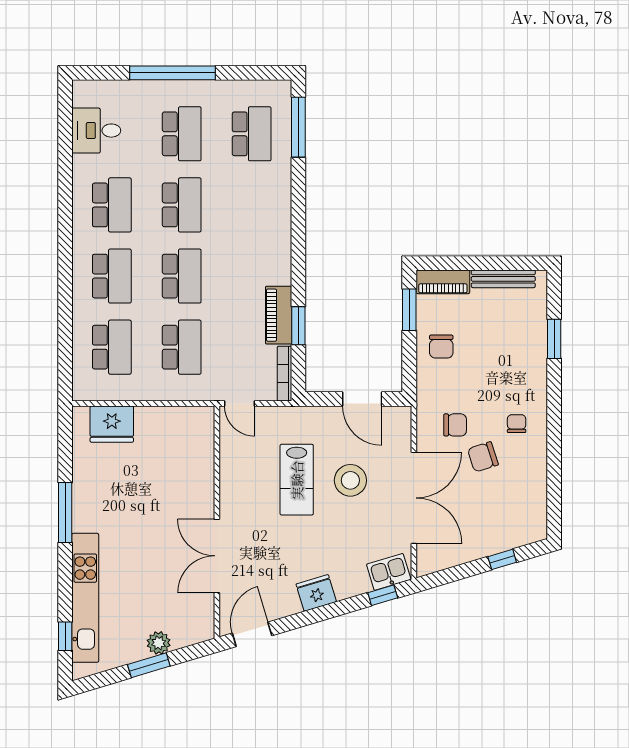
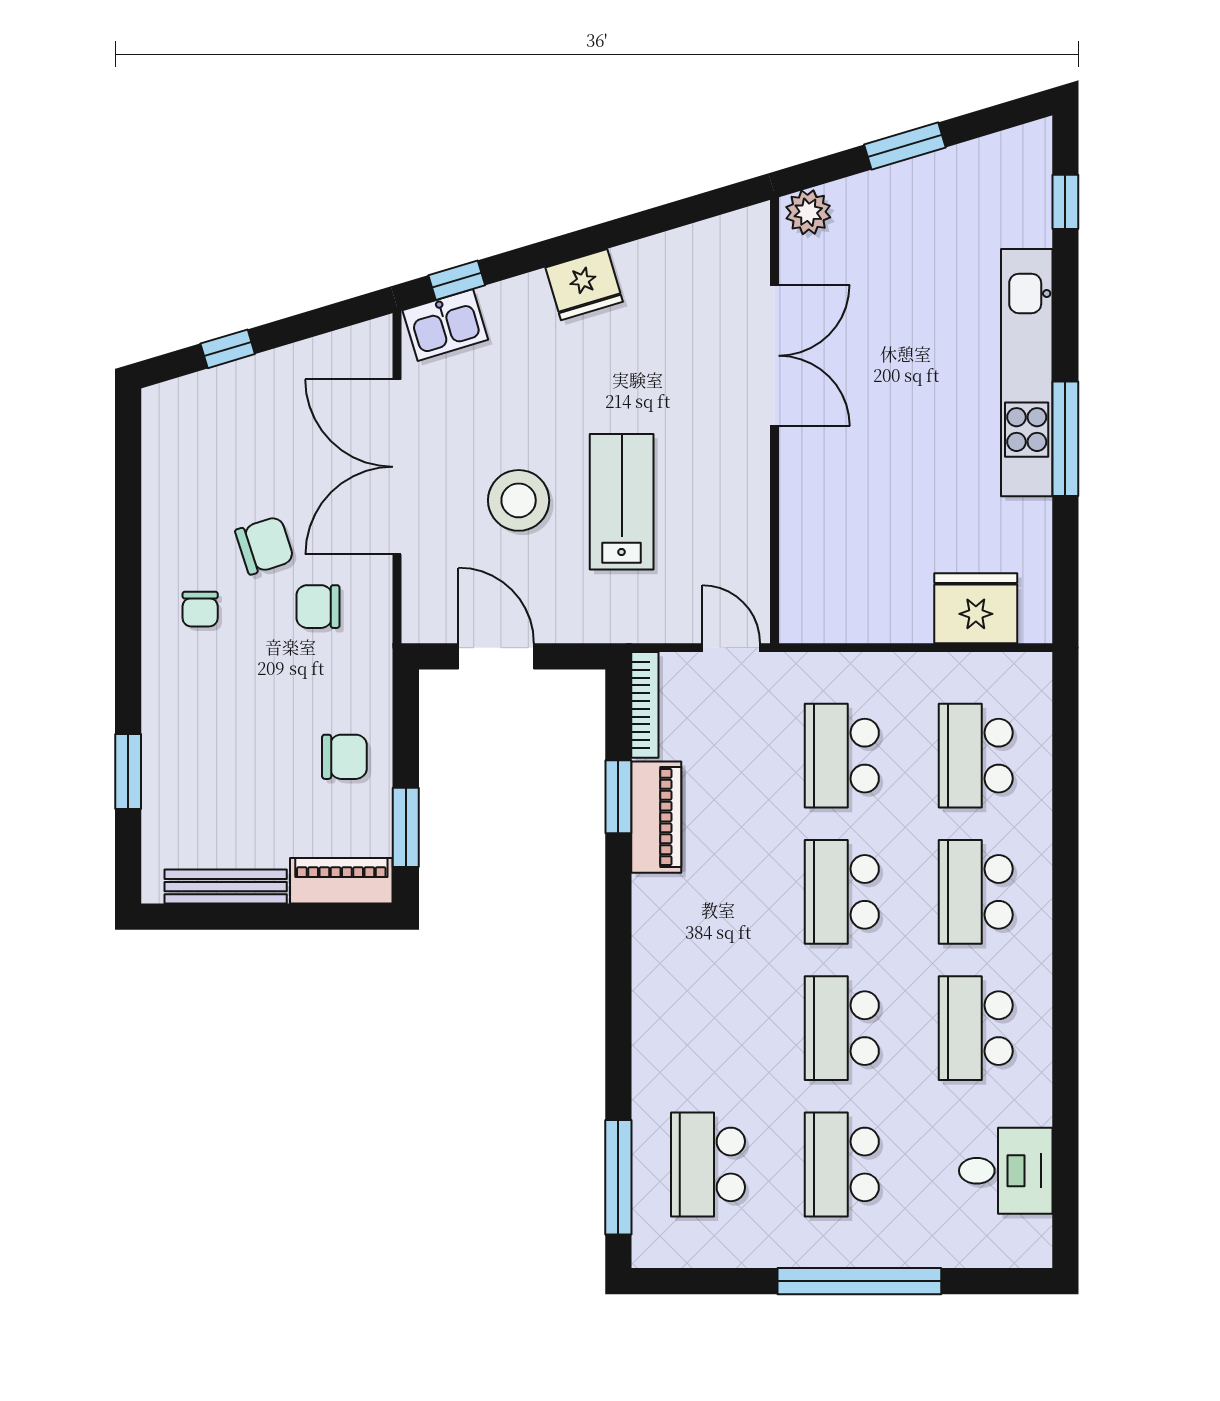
chair: (441, 347) -> (344, 757), turned 90
kitchen unit: (85, 598) -> (1027, 373), moved
door: (252, 634) -> (707, 205), removed
plant: (159, 643) -> (808, 212), moved

